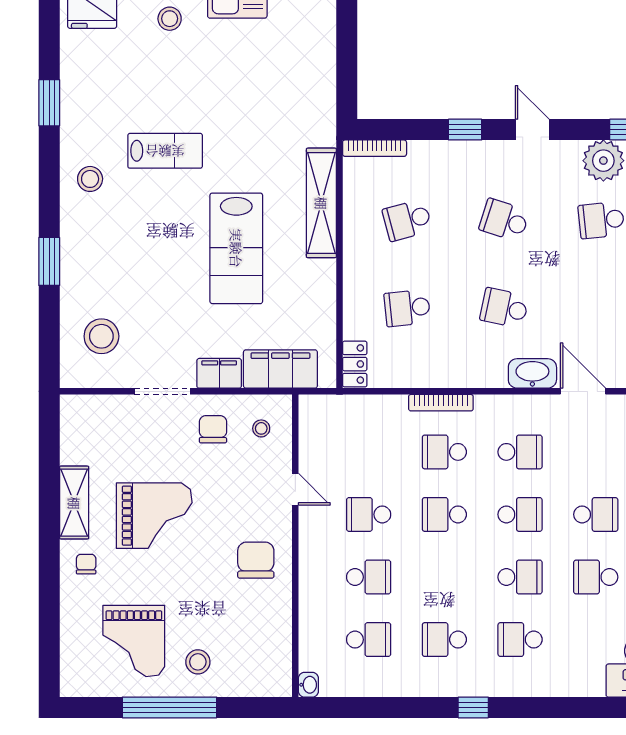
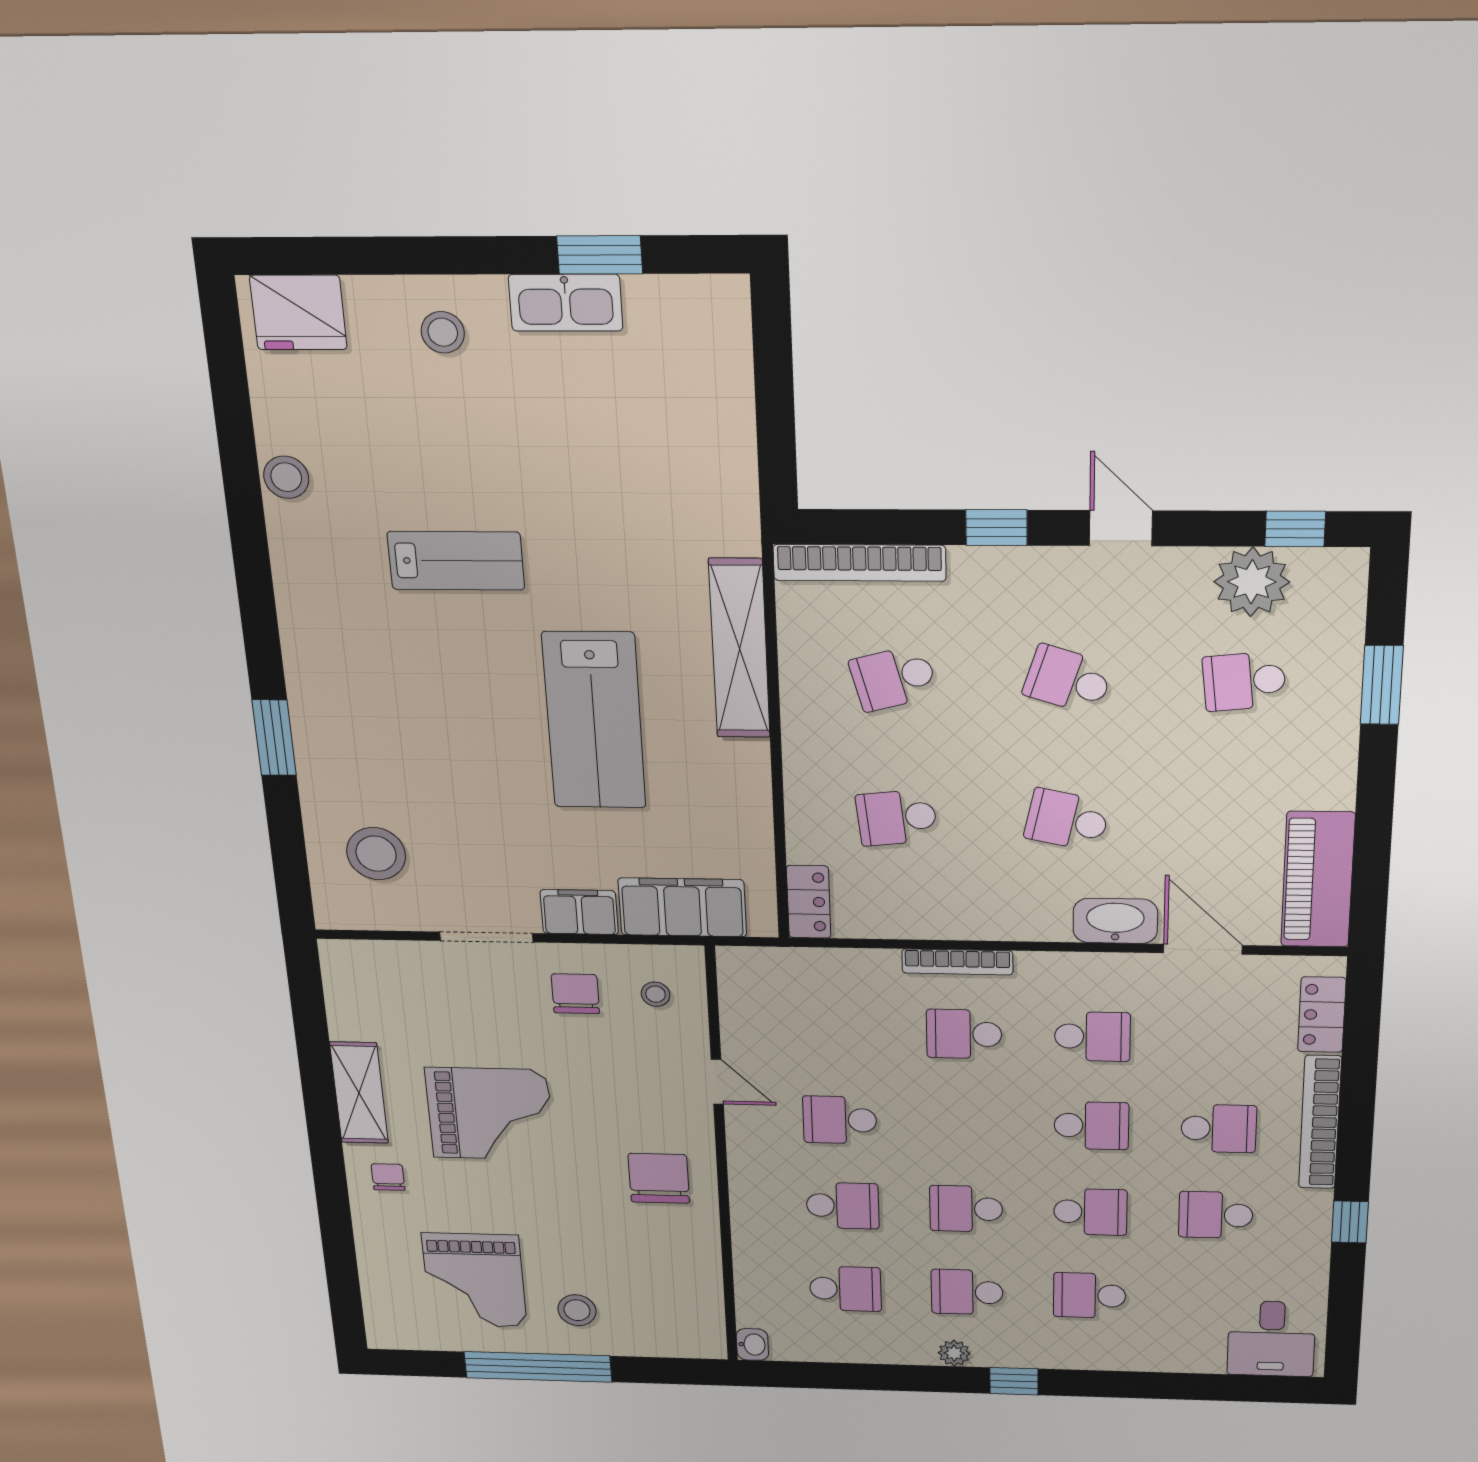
window: (49, 103) -> (241, 479), removed
bookcase: (375, 148) -> (859, 563), width x1.48, depth x1.31
stool: (90, 179) -> (286, 477), moved
school desk: (444, 514) -> (966, 1209), moved
plant: (436, 687) -> (954, 1353), added

